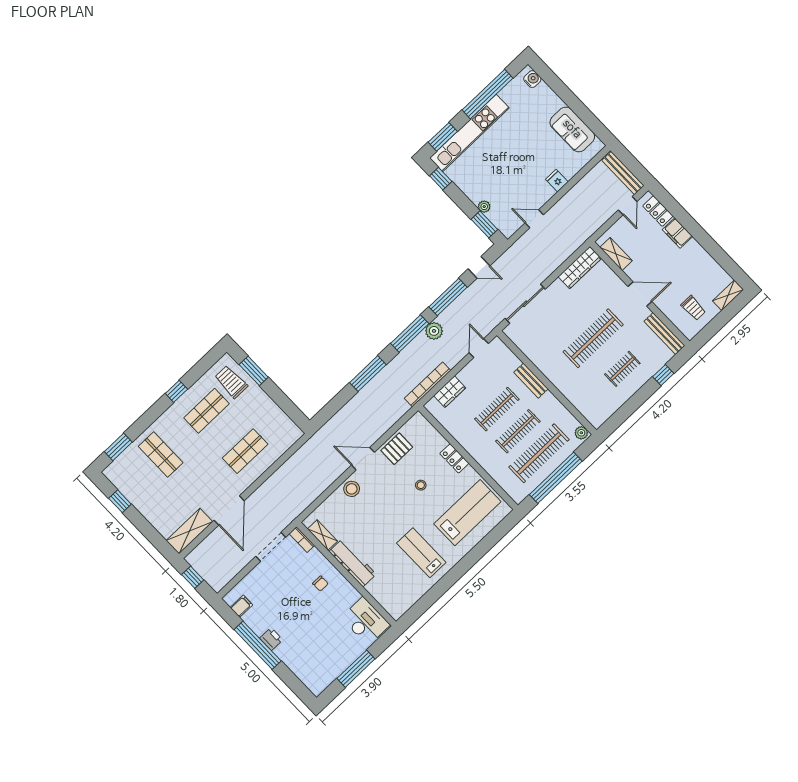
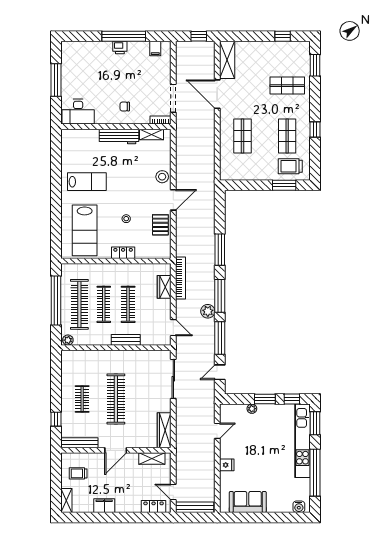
window: (484, 224) -> (265, 399), moved
filing cabinet: (678, 233) -> (104, 506), moved
trolley: (231, 382) -> (290, 166), turned 180

